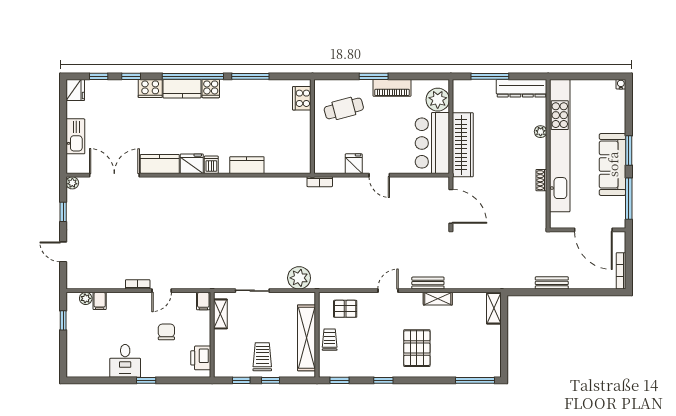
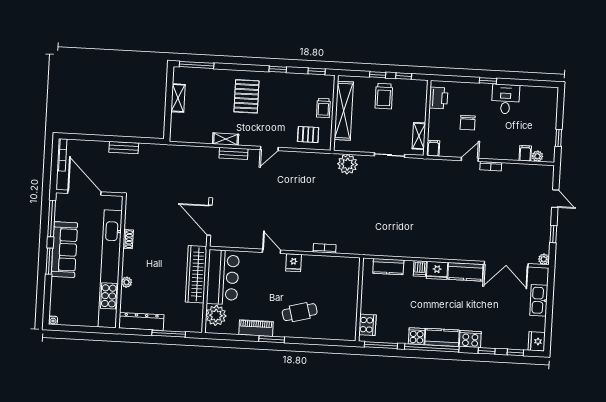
cooker: (302, 98) -> (367, 325), moved
wall: (312, 126) -> (359, 299), moved
shelving: (494, 308) -> (178, 98), moved

